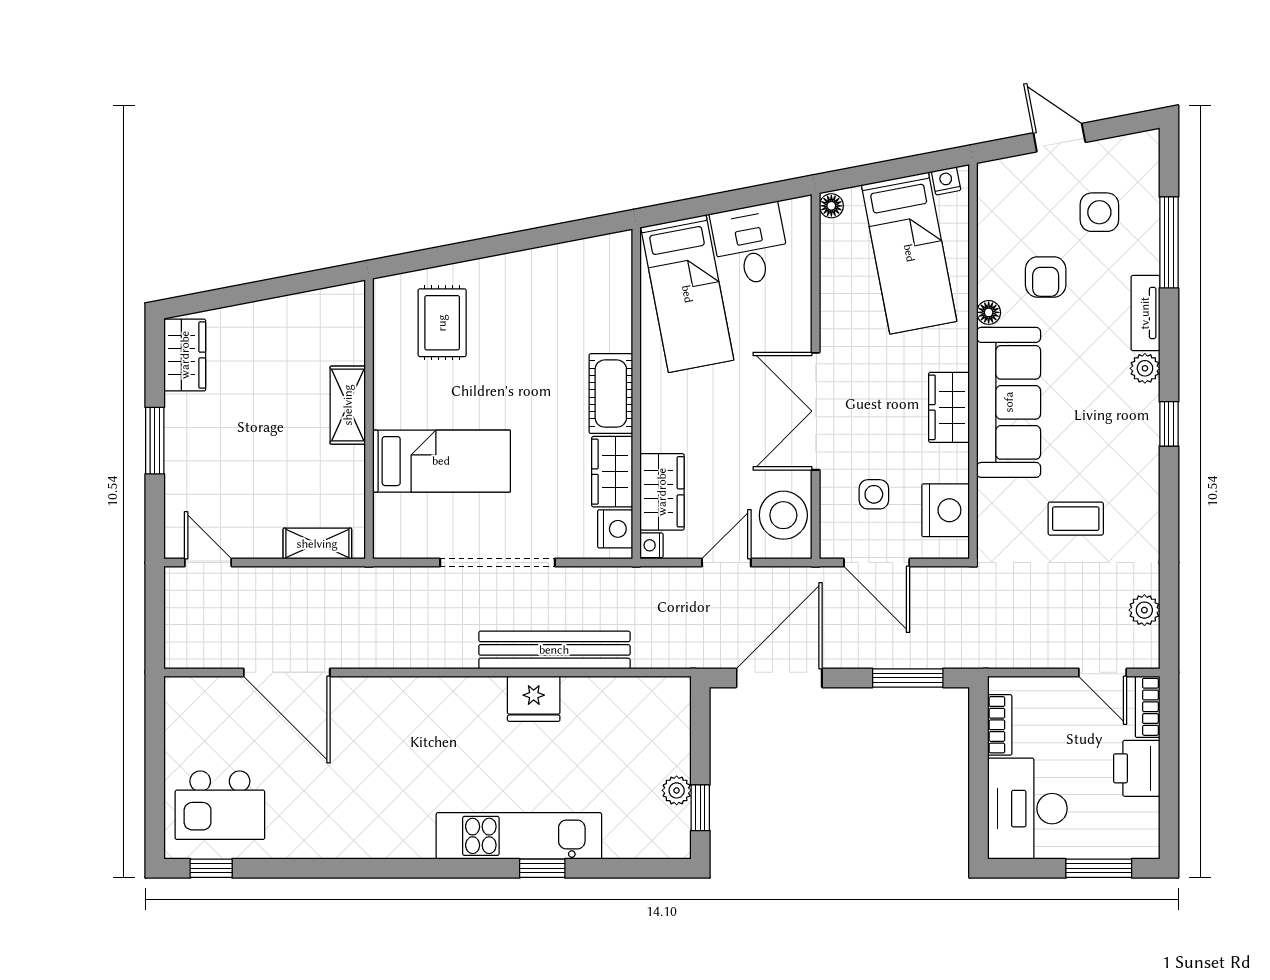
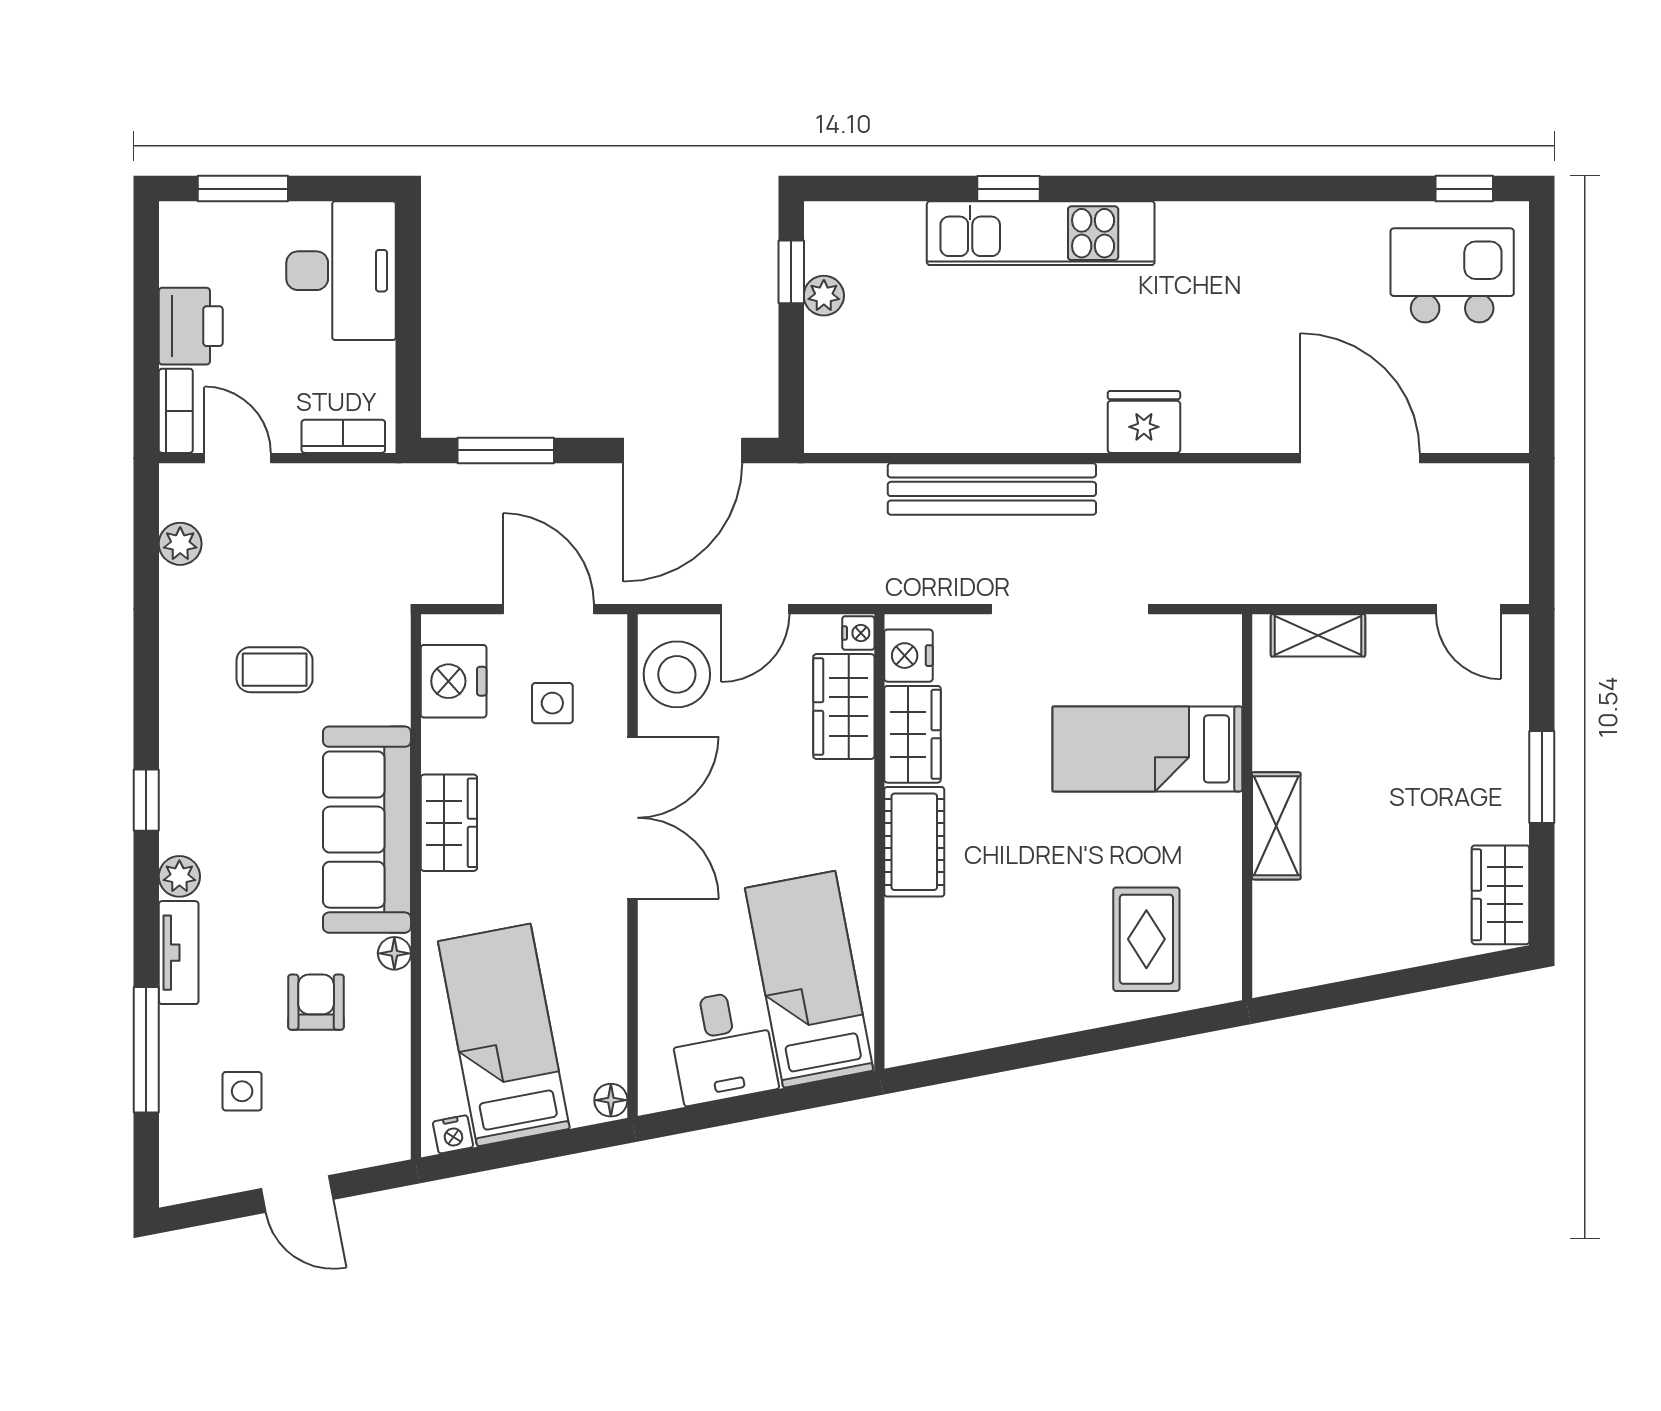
side table: (1099, 212) -> (242, 1091), width x0.73, depth x0.73
fridge: (534, 699) -> (1144, 422), moved
bookcase: (1000, 725) -> (343, 436), moved, turned 90

